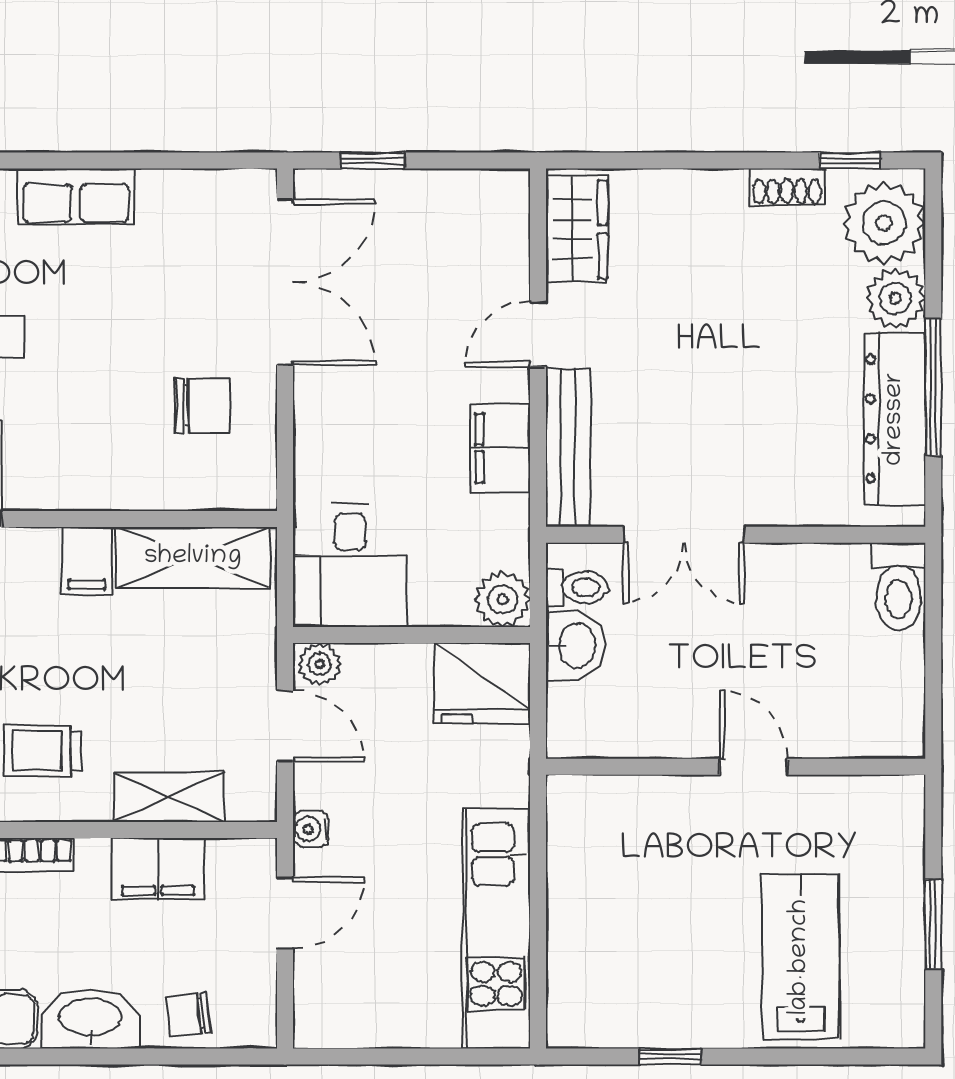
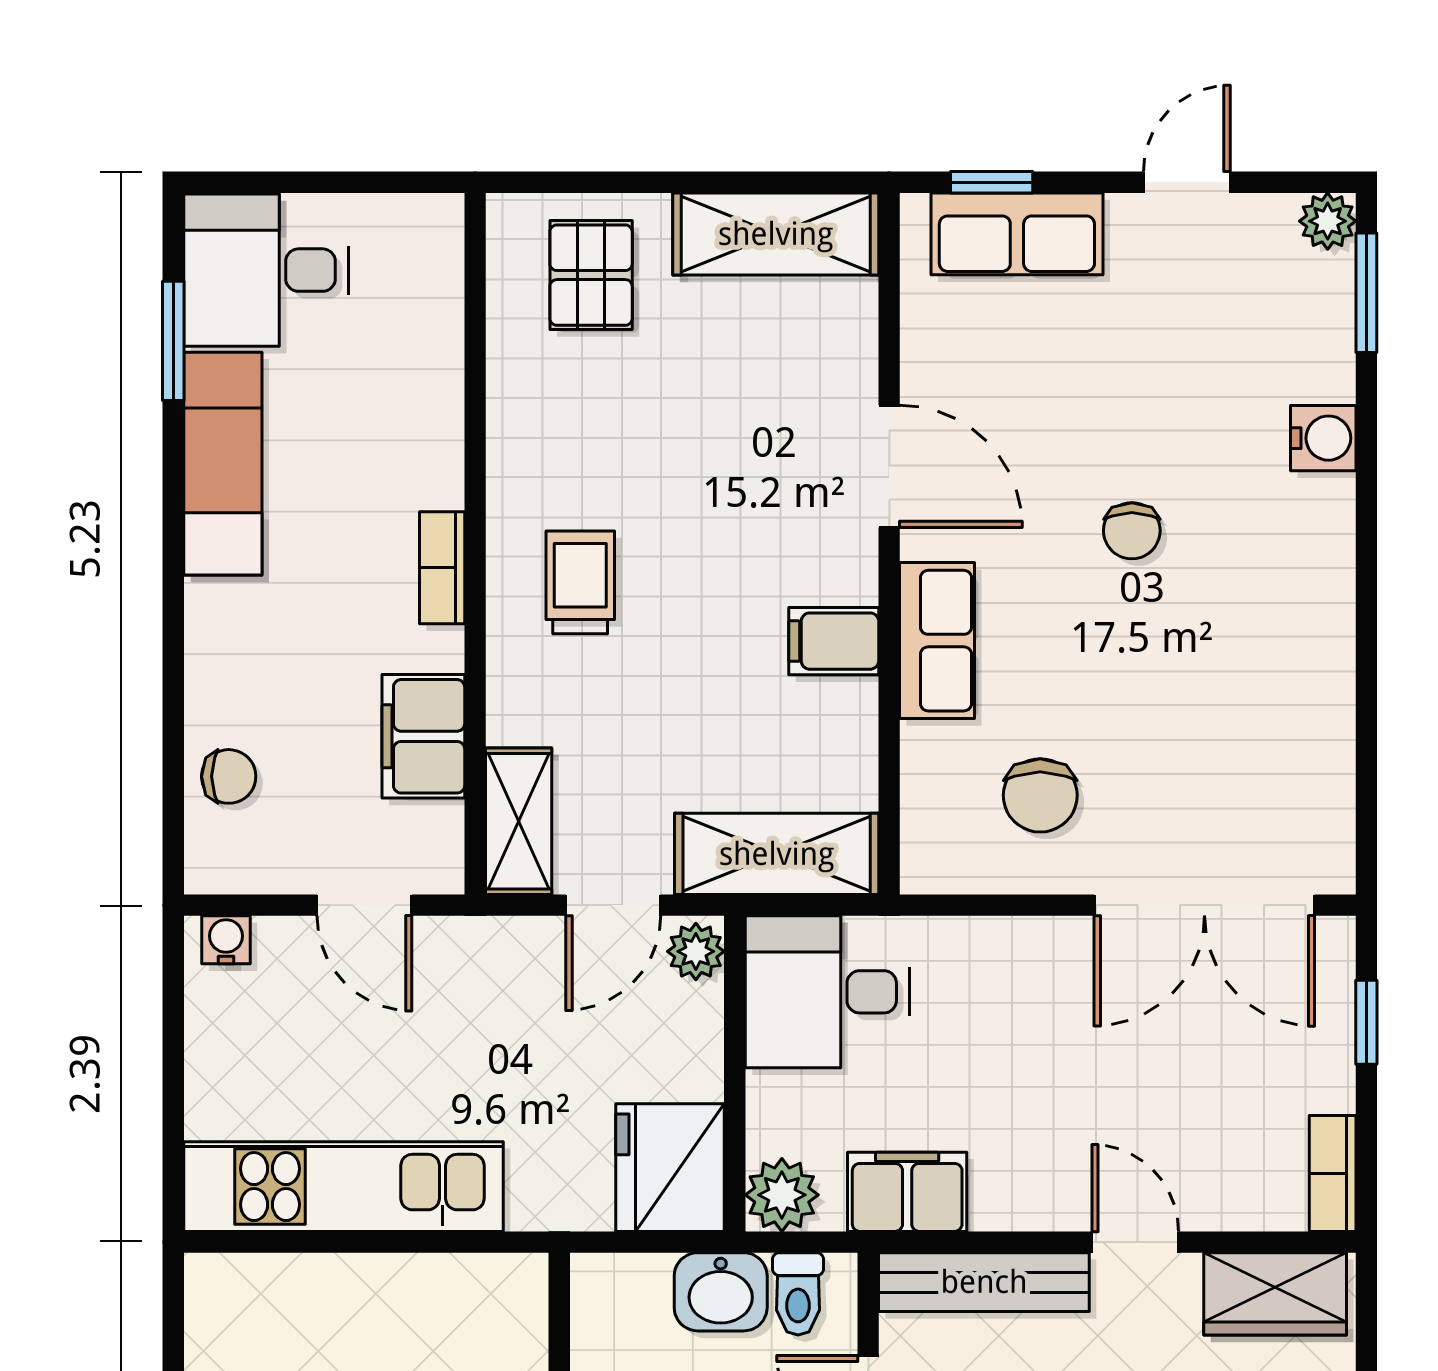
bookcase: (486, 186) -> (1333, 1173), added
row of seats: (76, 197) -> (937, 641), moved, turned 180
filing cabinet: (500, 448) -> (907, 1192), moved
shelving: (193, 557) -> (777, 854), moved, turned 90
shelving: (169, 797) -> (519, 821), moved
water cooler: (311, 829) -> (226, 940), moved
chair: (188, 1015) -> (229, 776), turned 96
washbasin: (90, 1019) -> (224, 646), removed

